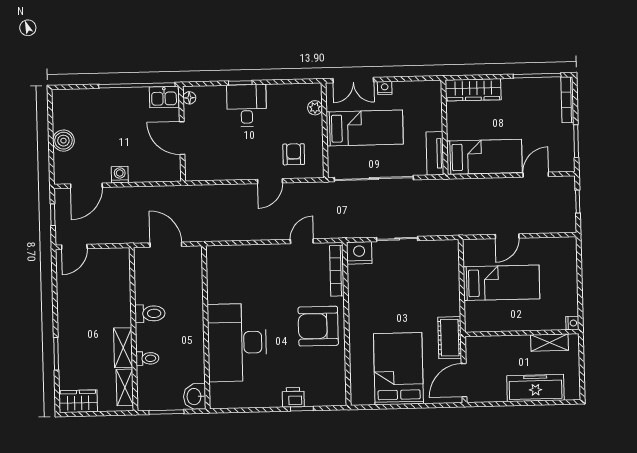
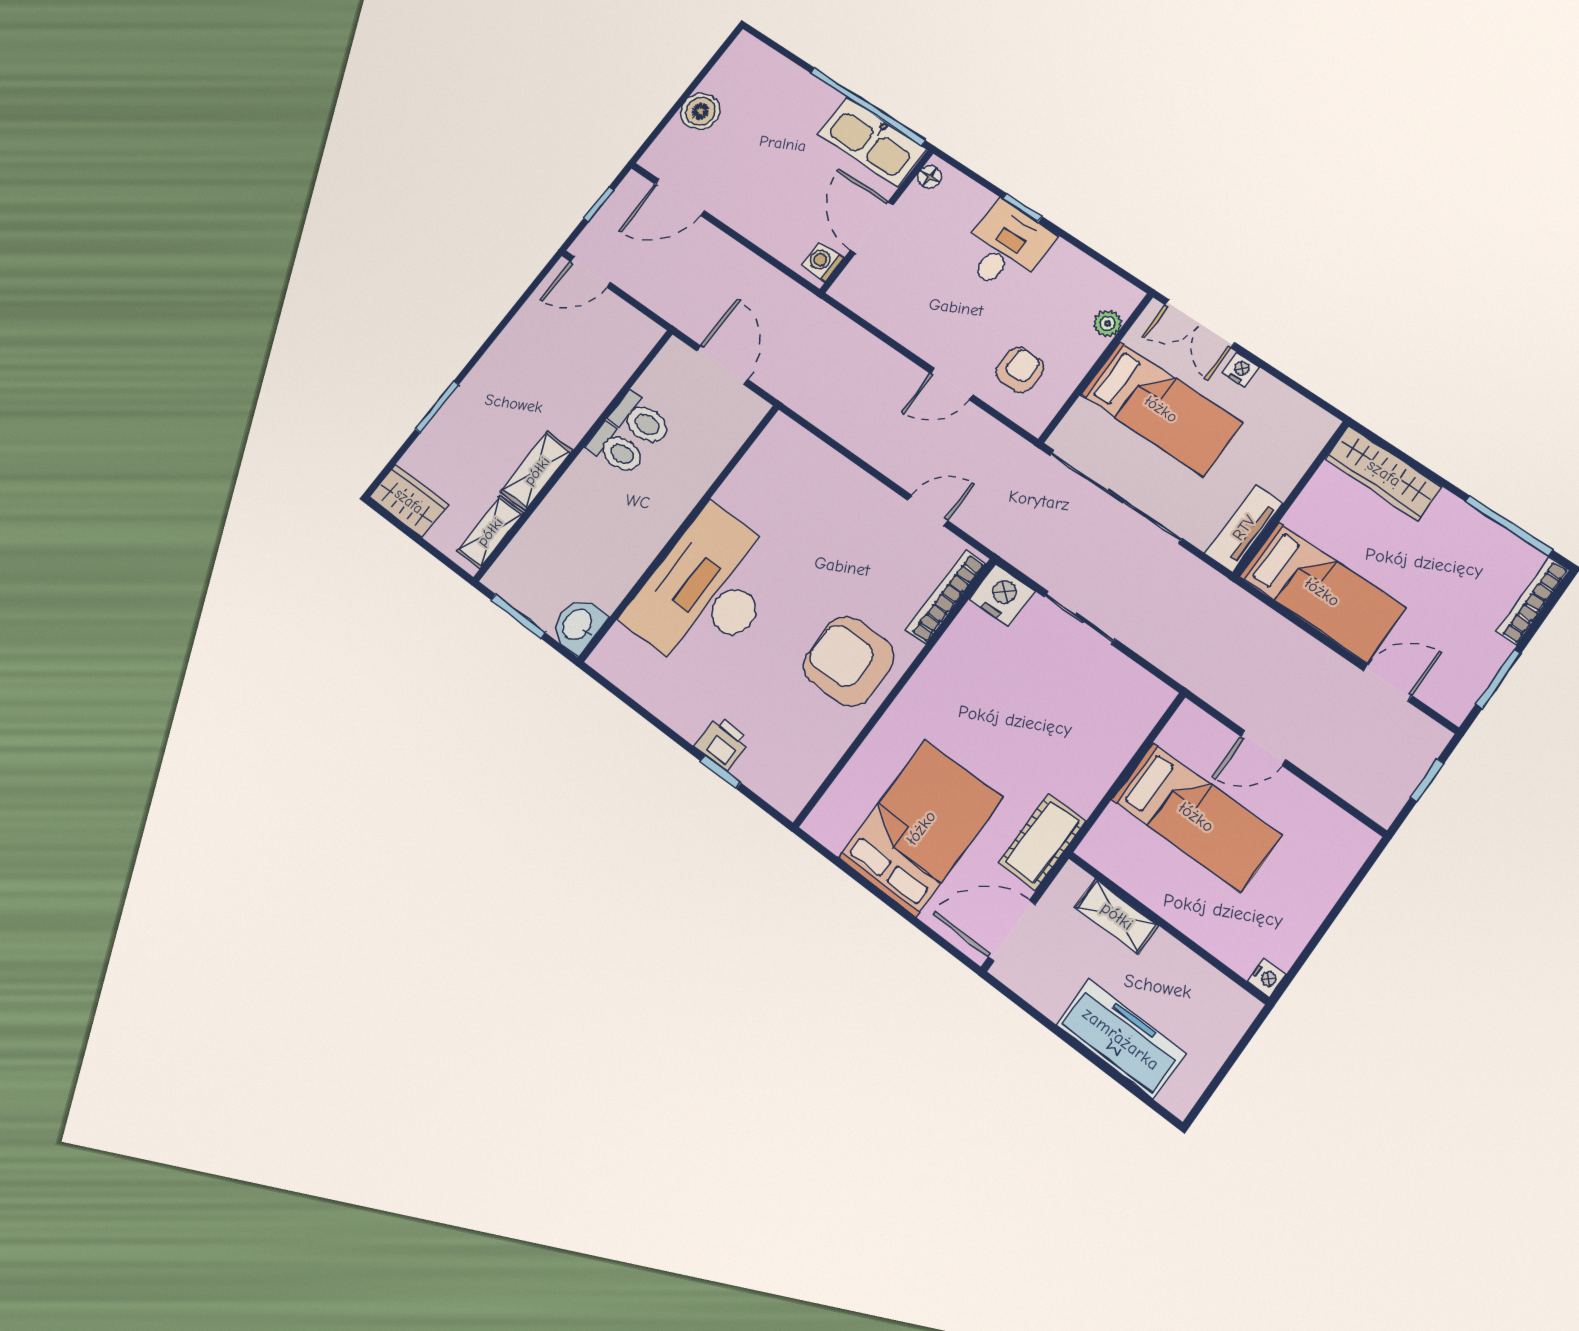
kitchen sink: (164, 97) -> (872, 142), width x1.88, depth x1.24
washing machine: (120, 175) -> (822, 261), moved, turned -90
shelving: (550, 343) -> (1117, 916), moved
toilet: (147, 358) -> (641, 420), moved, width x1.37, depth x1.39

